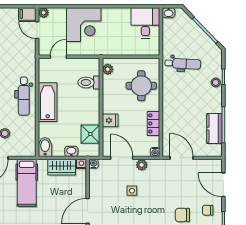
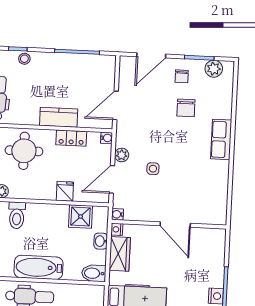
kitchen counter: (215, 129) -> (59, 117), moved, turned 180

